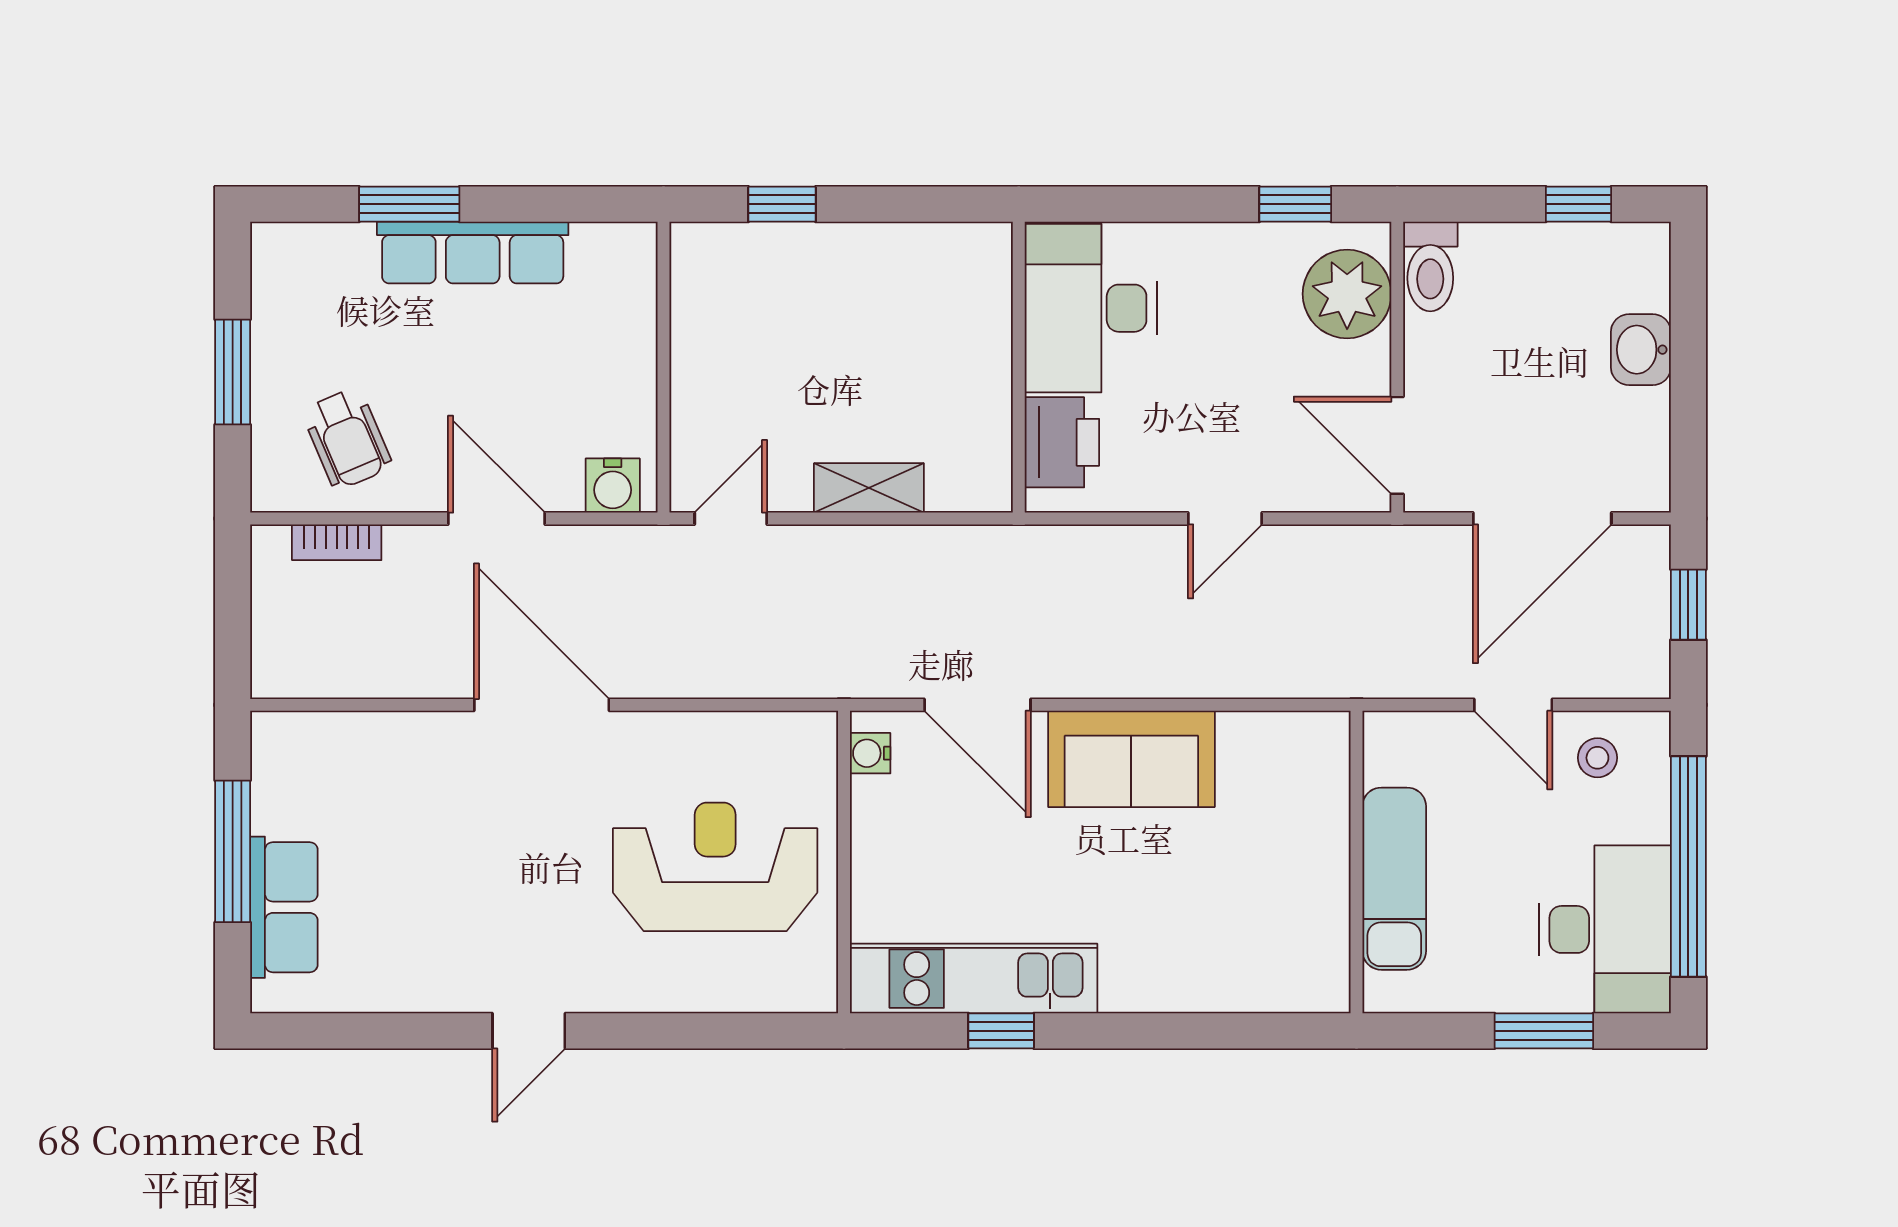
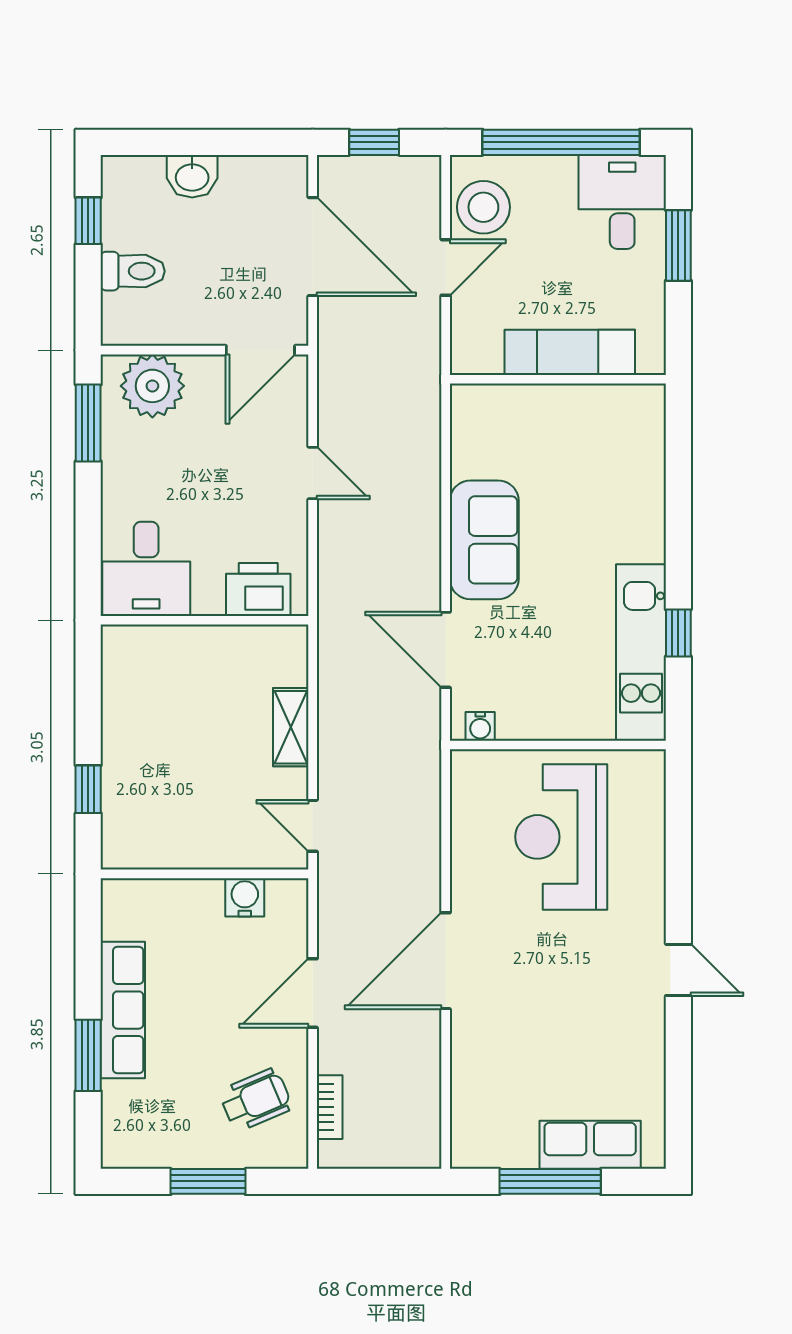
window: (1295, 204) -> (88, 423), width x1.50
toilet: (1430, 266) -> (133, 271), moved
desk: (1091, 308) -> (146, 569), width x0.73
water cooler: (613, 486) -> (245, 897), moved, turned -90
door: (977, 705) -> (446, 650), swing flipped
stool: (1597, 758) -> (483, 207), width x1.89, depth x1.89
desk: (1605, 929) -> (622, 202), width x0.73

